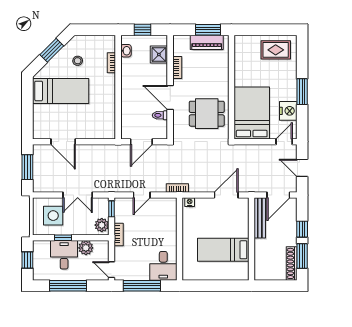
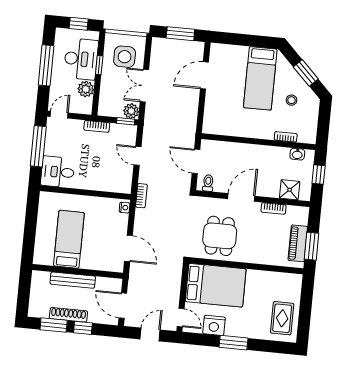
toilet: (160, 115) -> (208, 183), moved
bench: (260, 218) -> (73, 280), moved
plant: (102, 225) -> (131, 111), moved
desk: (64, 255) -> (81, 59), width x1.37
shoe rack: (292, 263) -> (68, 315), moved

